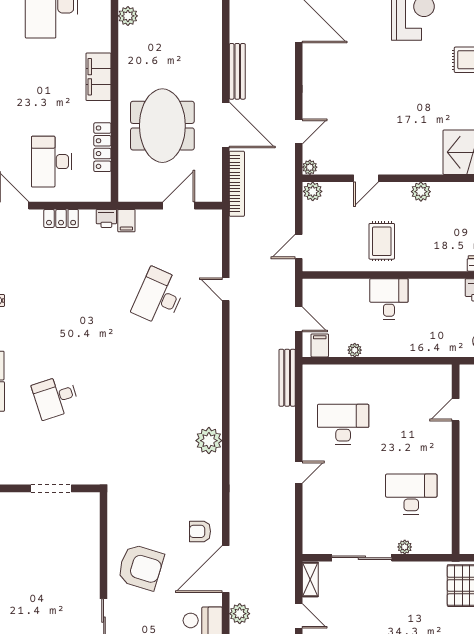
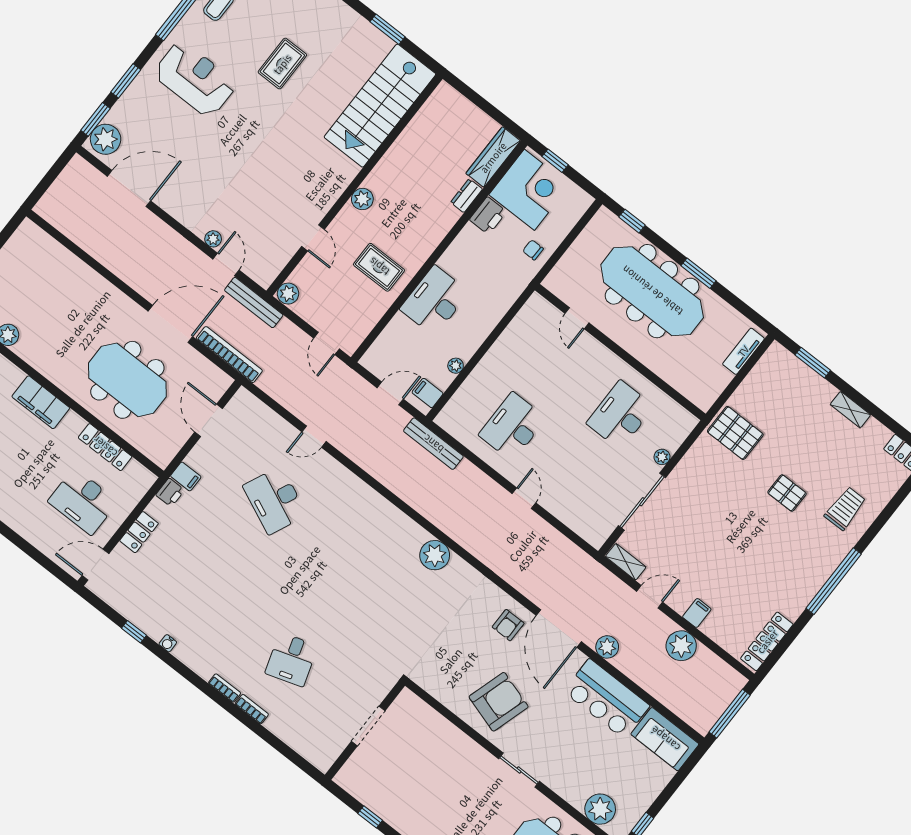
bench: (237, 71) -> (254, 303), moved
plant: (310, 167) -> (213, 239), moved
desk: (389, 299) -> (434, 301), width x1.37

